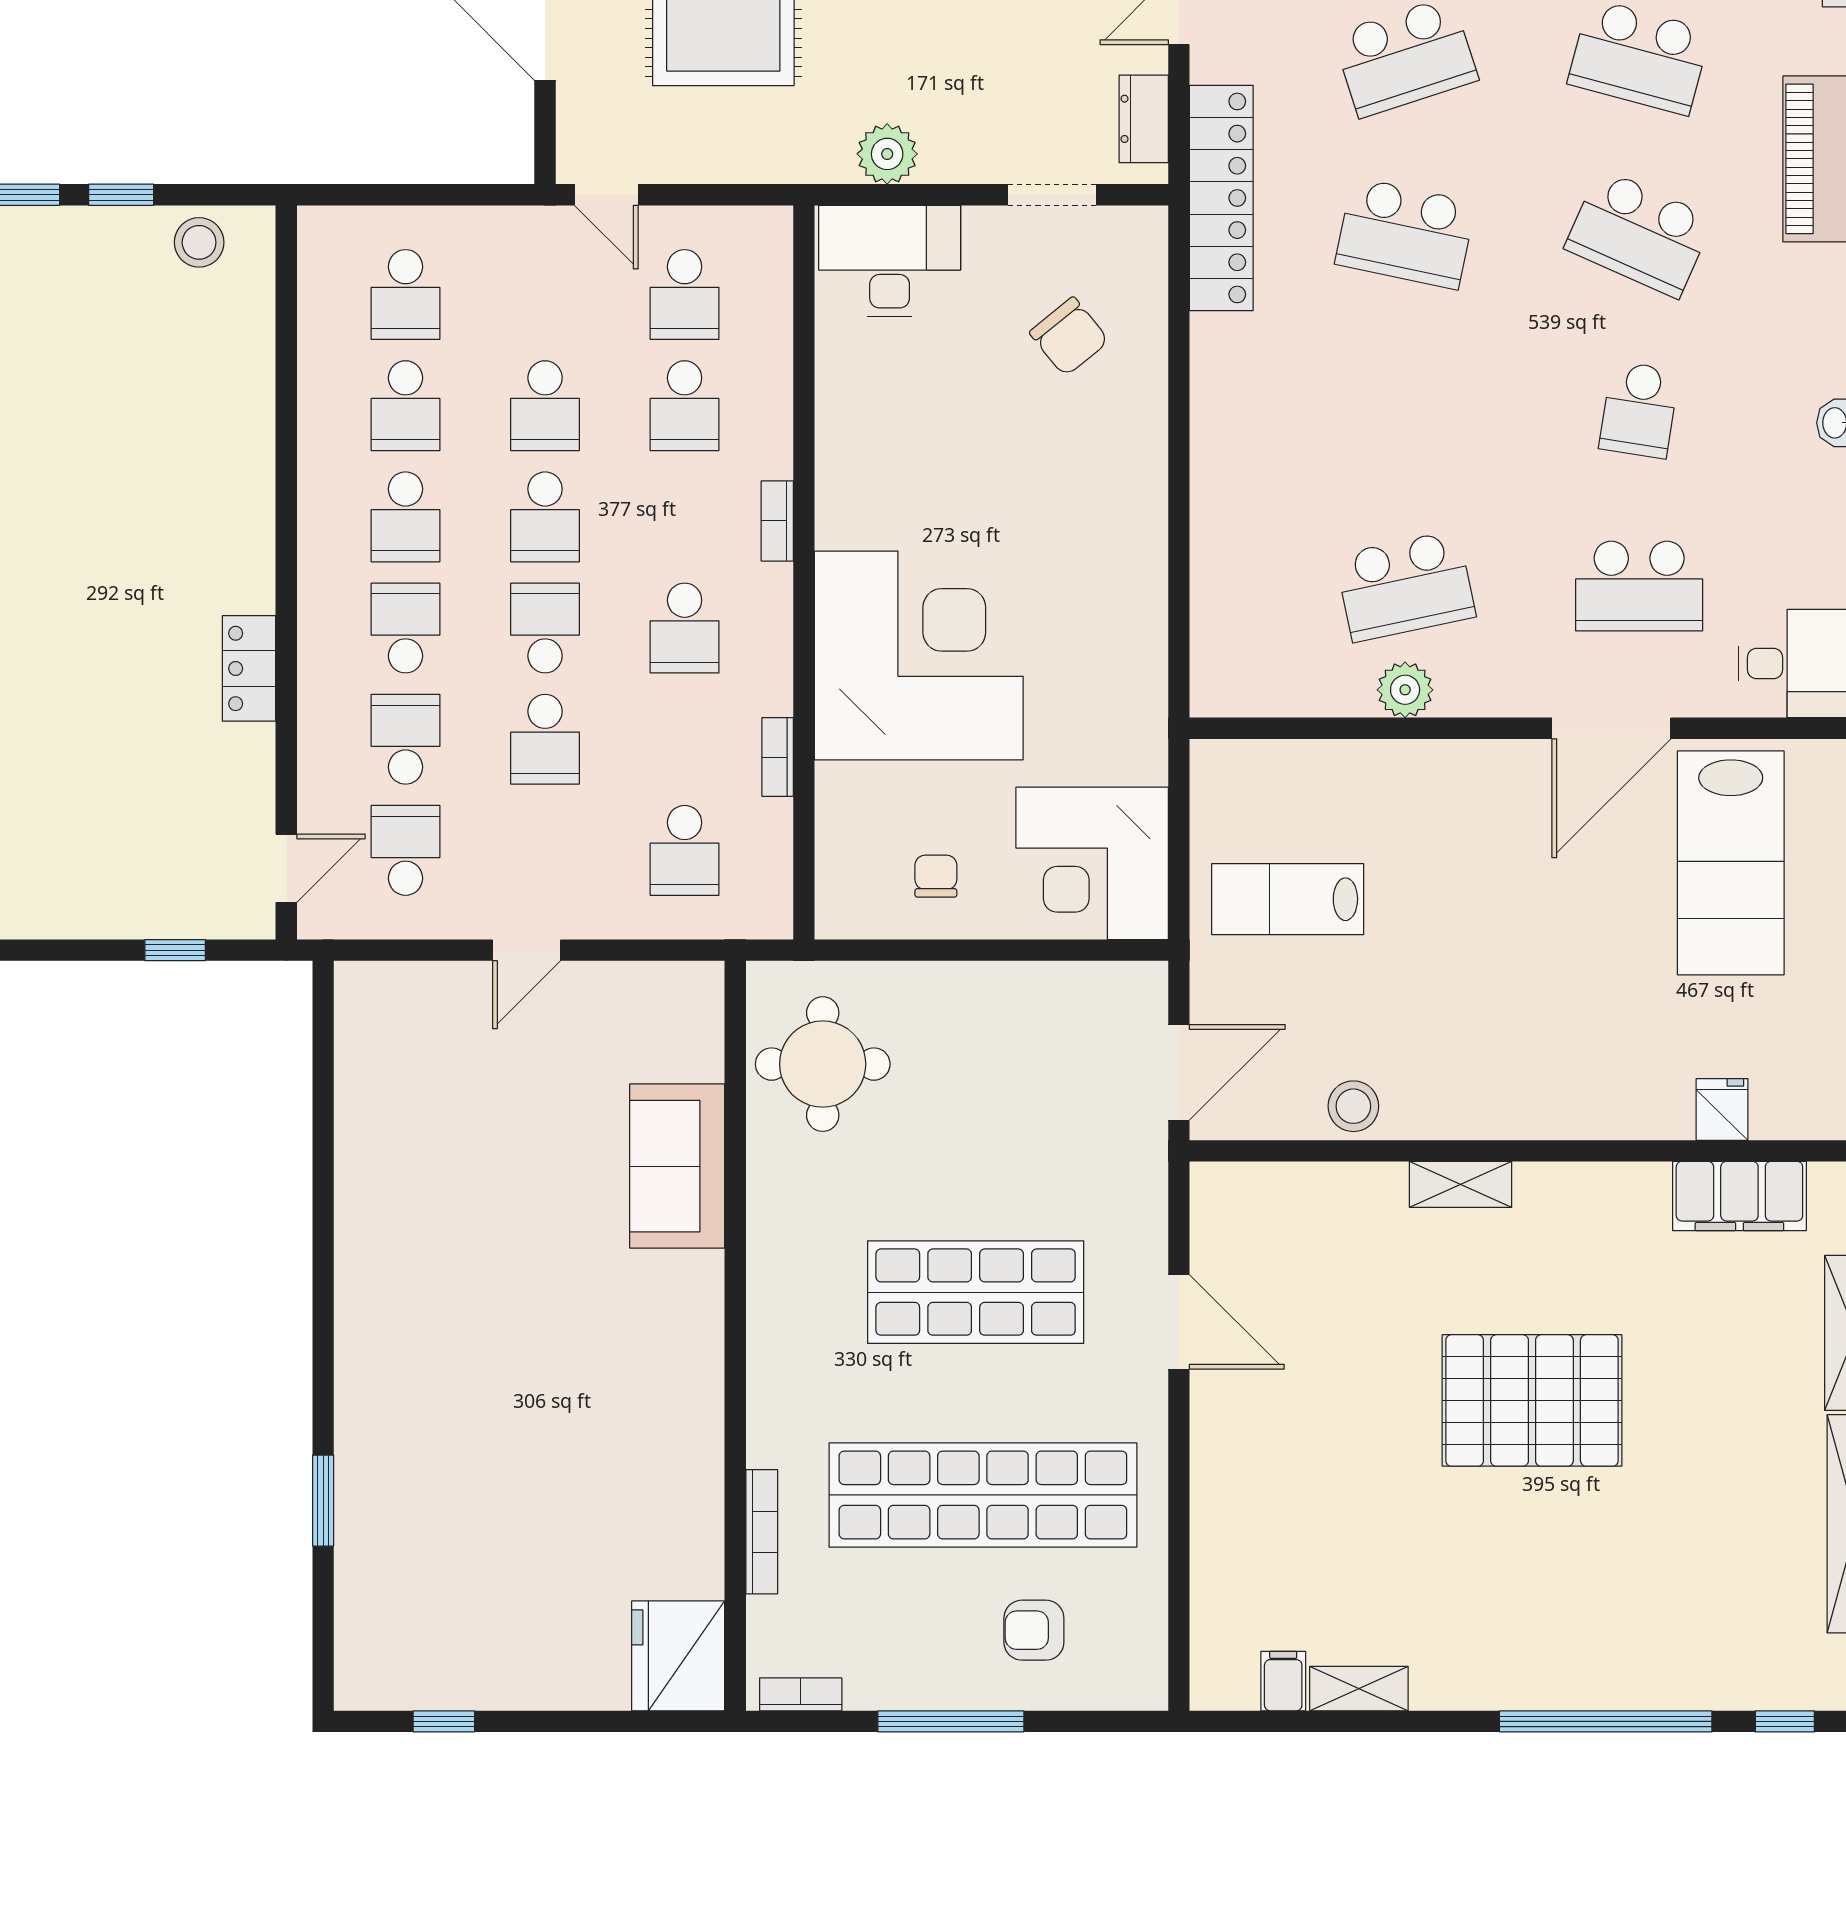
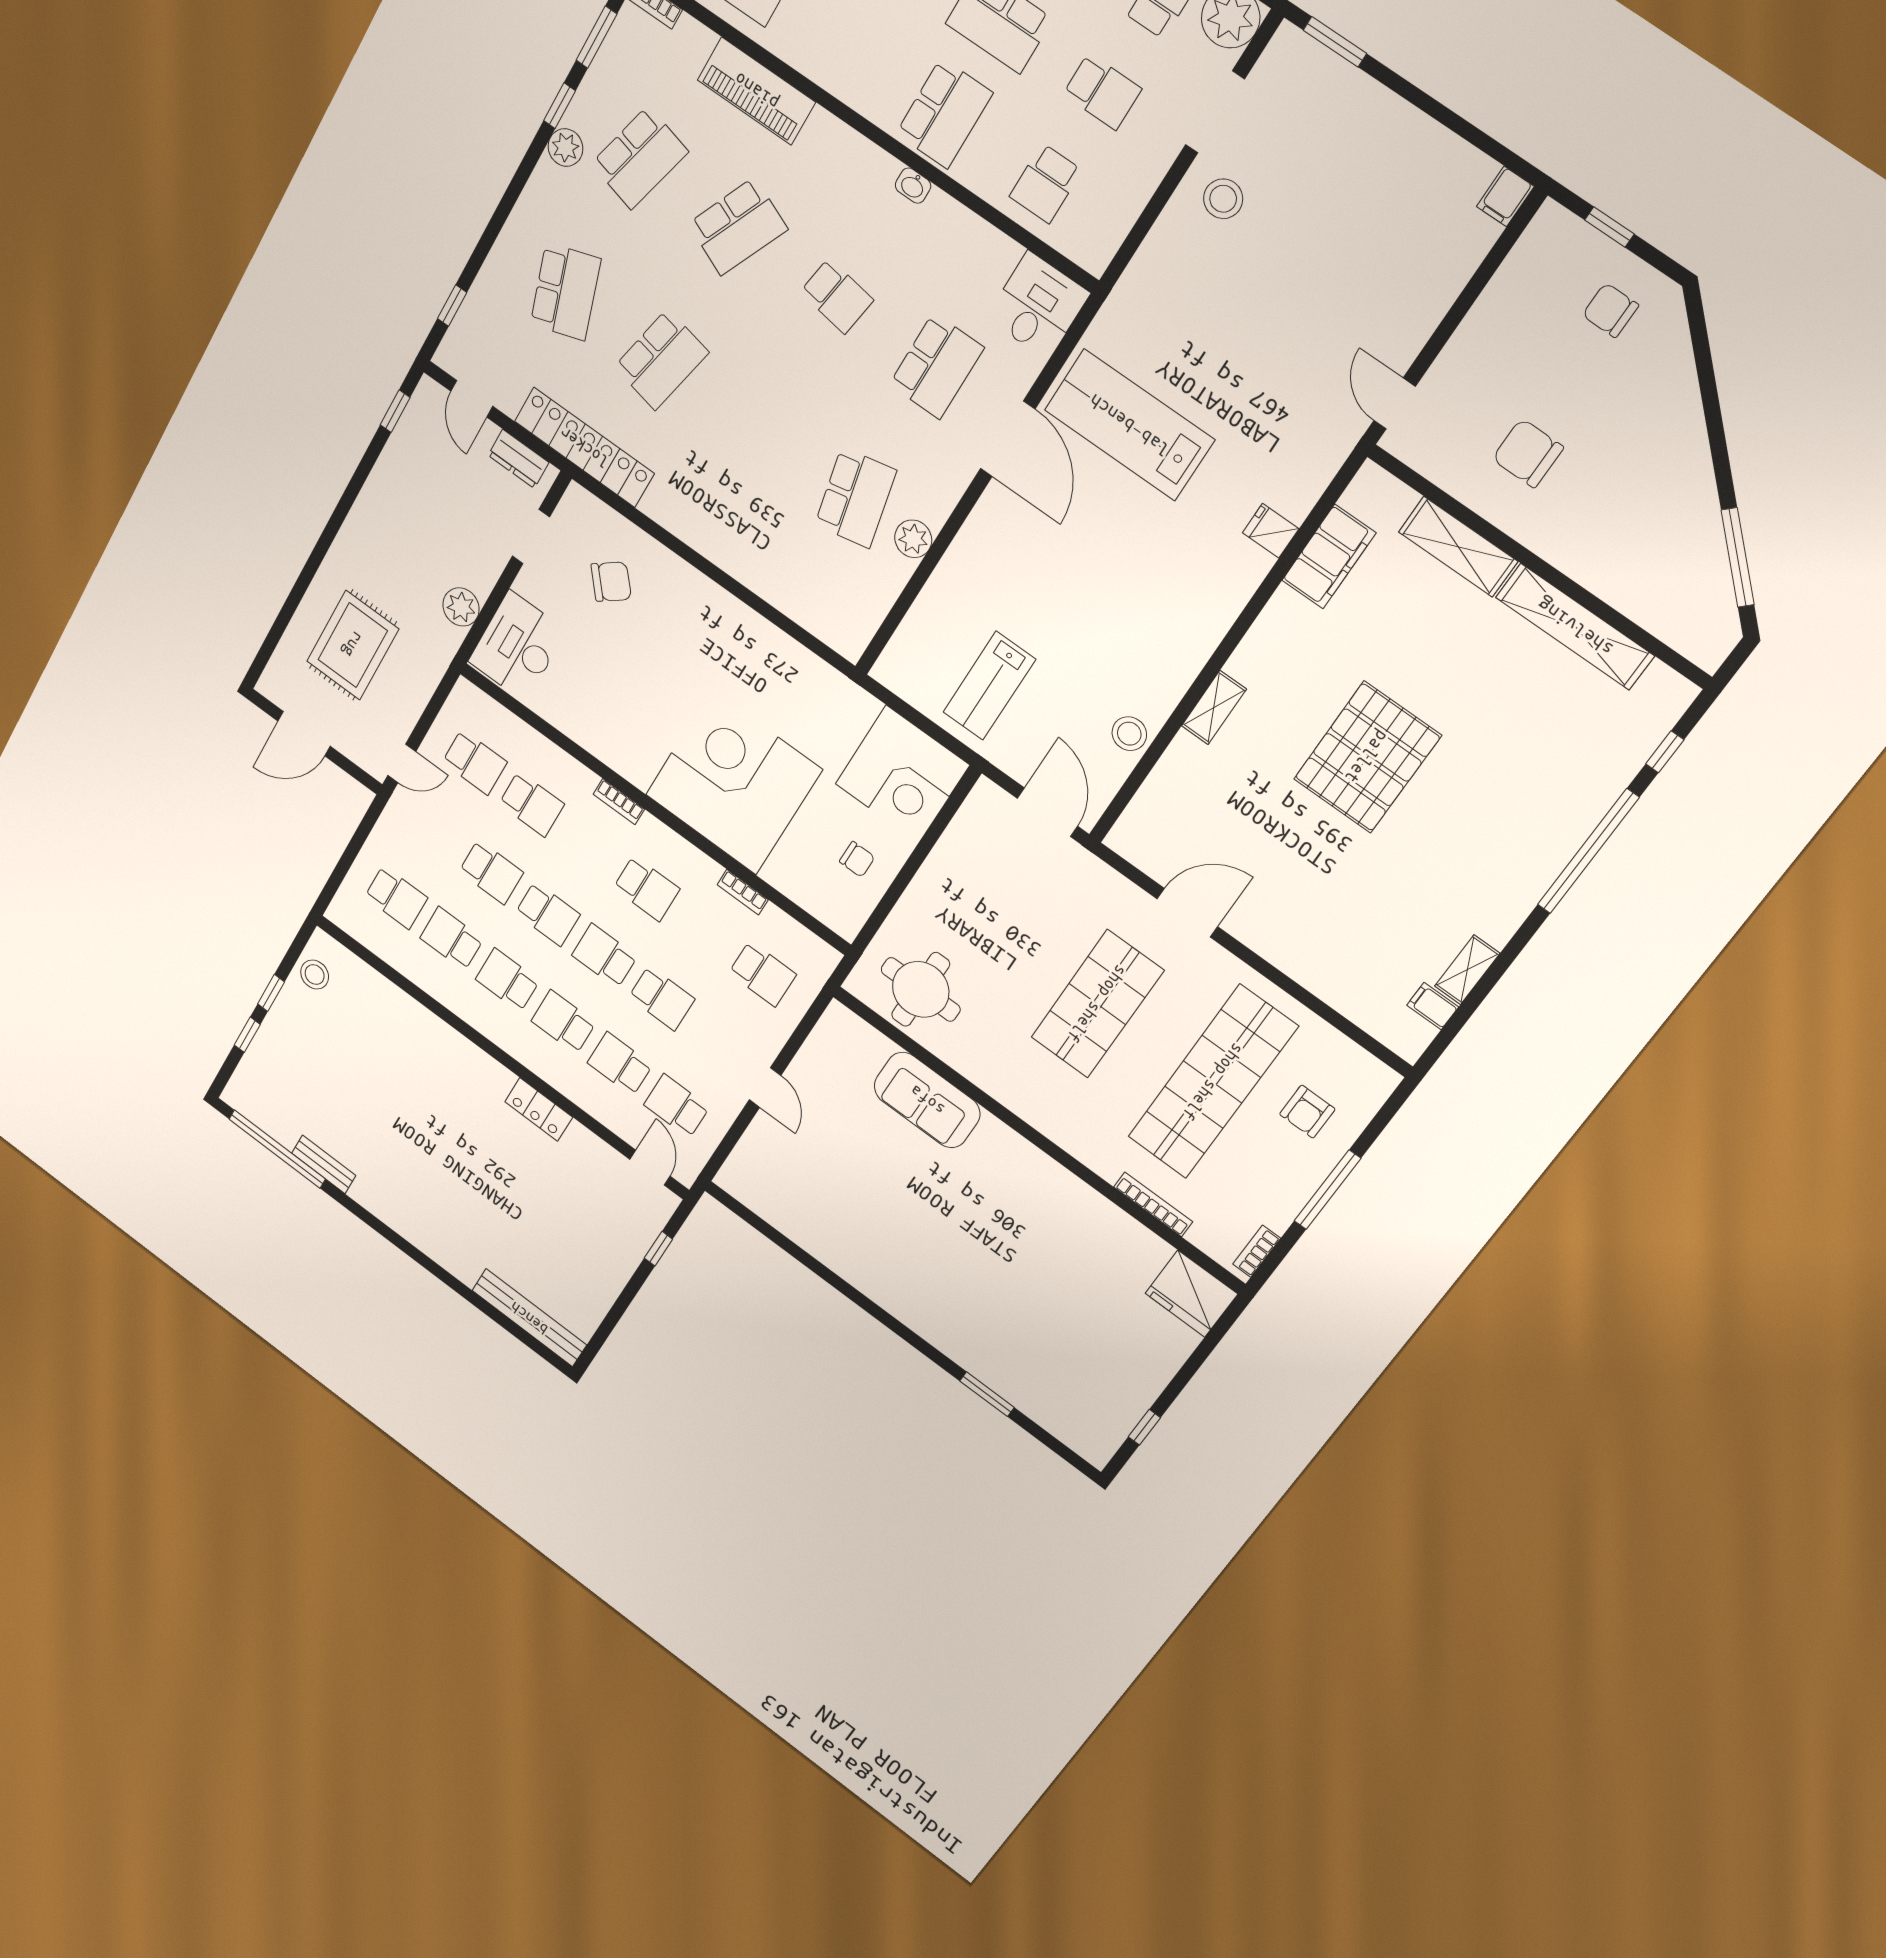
school desk: (406, 406) -> (452, 939), turned 180
school desk: (406, 517) -> (507, 980), turned 180
lab bench: (1731, 863) -> (1129, 425), turned 180
chair: (936, 876) -> (857, 859), turned 180

